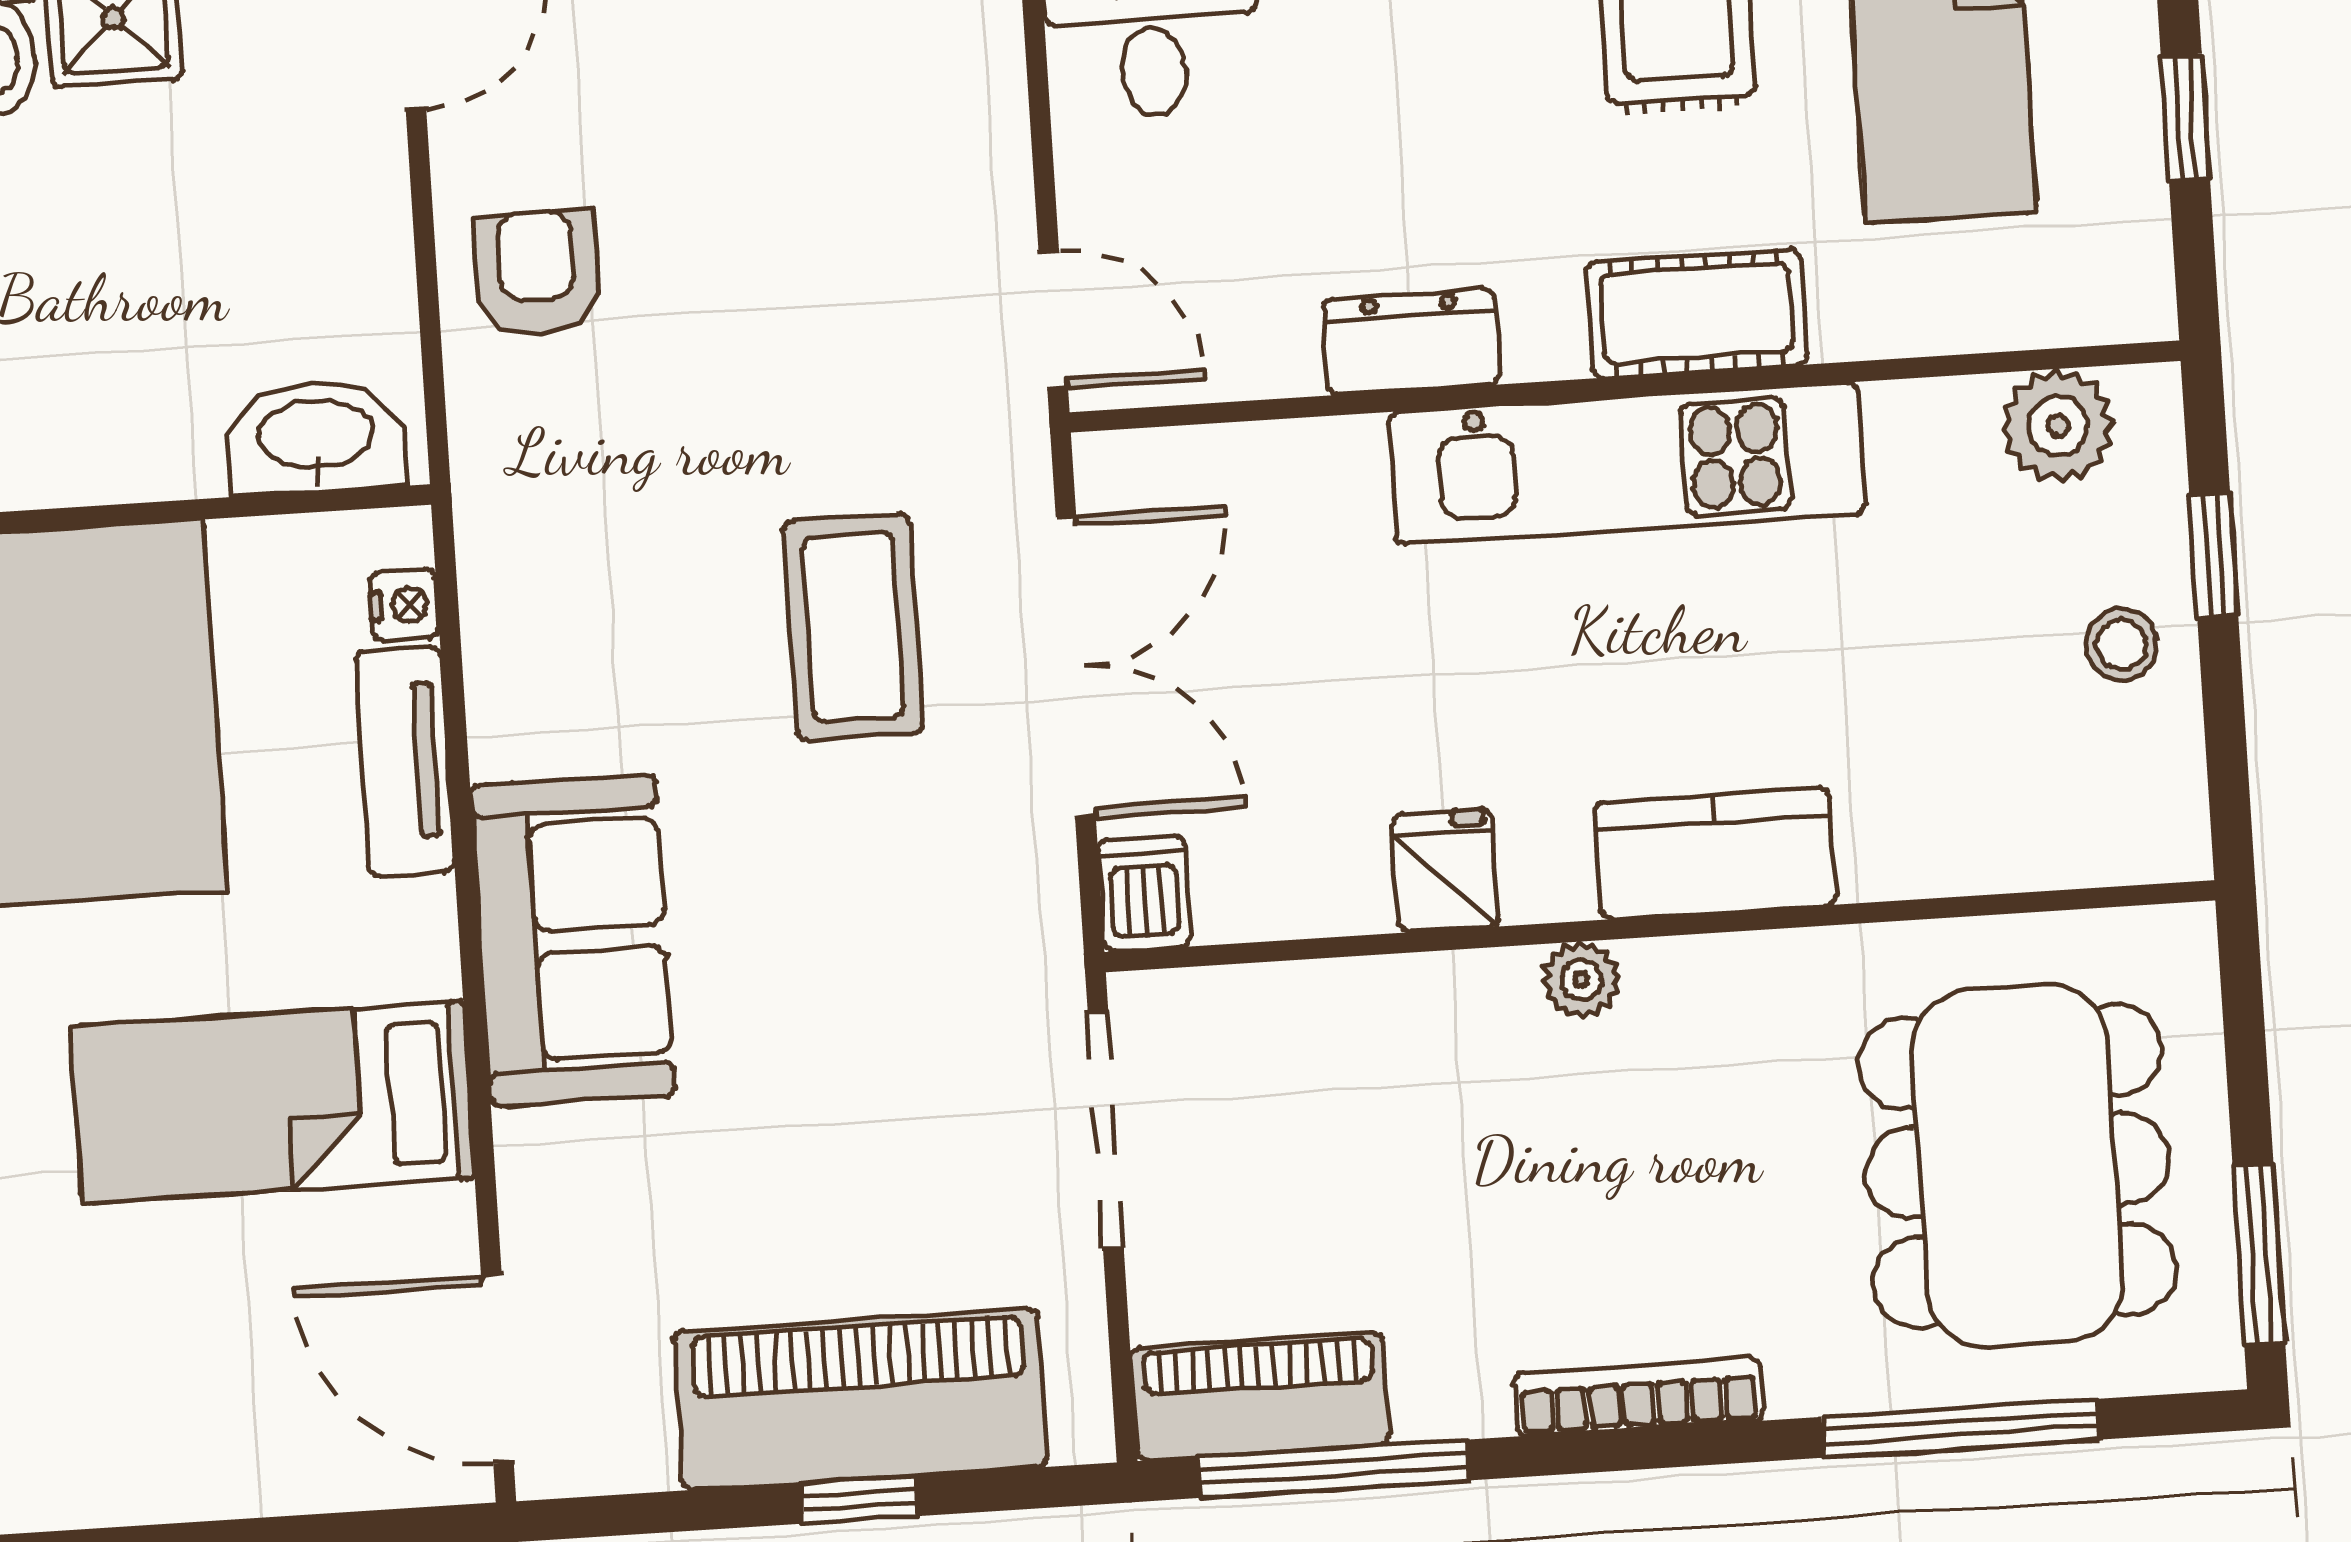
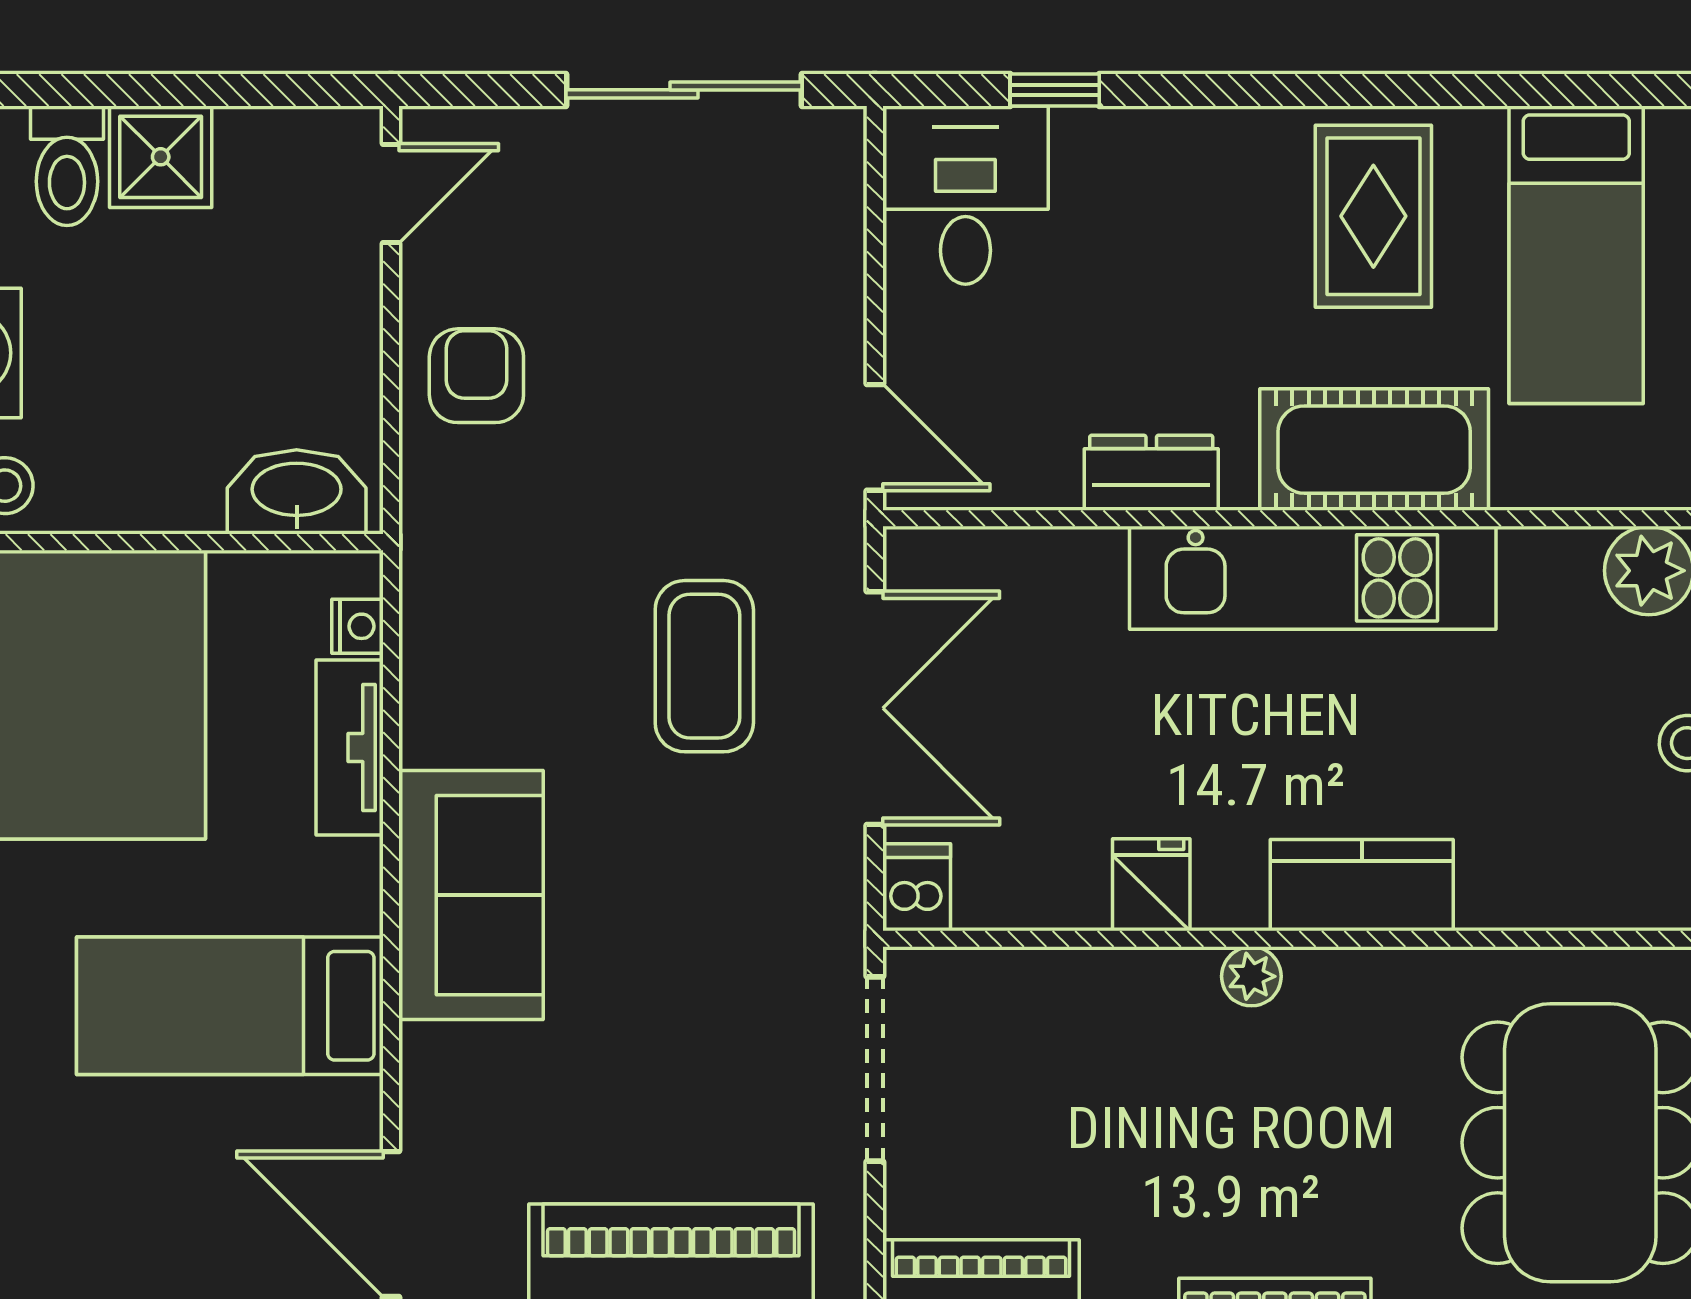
cot: (1696, 313) -> (1374, 450), width x1.37, depth x1.34

